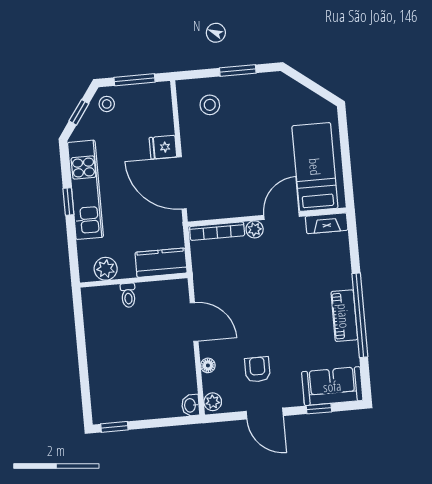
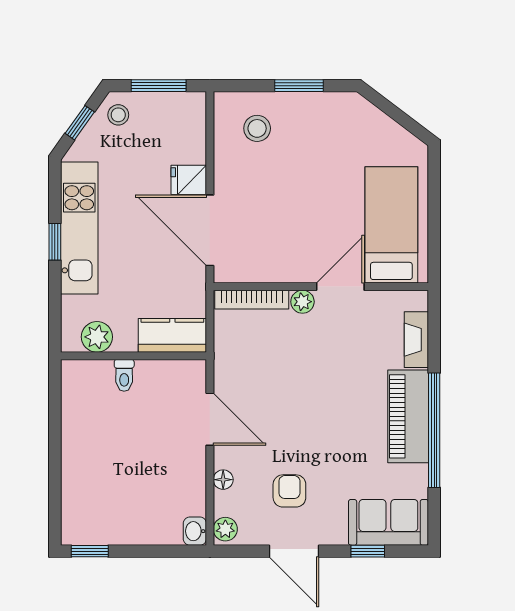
fireplace: (327, 223) -> (416, 340), moved, turned 90
piano: (344, 316) -> (408, 416), width x1.37, depth x1.33

